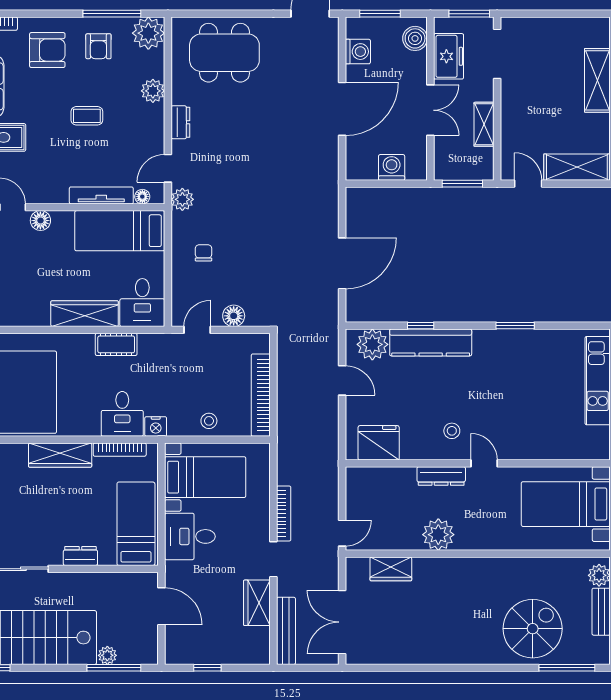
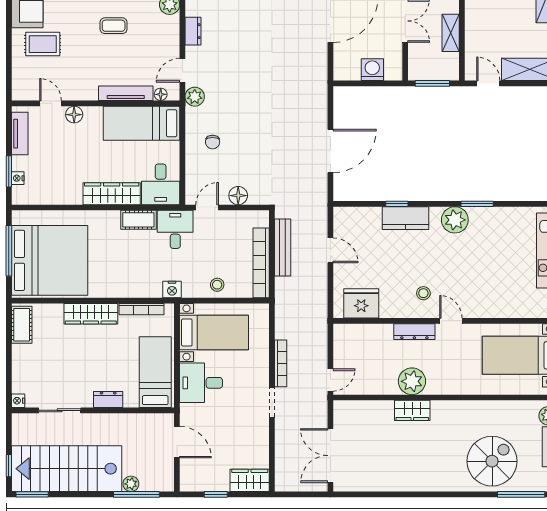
chair: (204, 253) -> (213, 142), turned 180
kitchen counter: (431, 342) -> (405, 218), width x0.67
plant: (372, 344) -> (455, 220), moved
desk: (122, 414) -> (175, 229), moved, turned 180
wardrobe: (391, 569) -> (412, 410), moved
wardrobe: (257, 603) -> (250, 480), moved, turned 90
bench: (286, 631) -> (283, 248), moved

